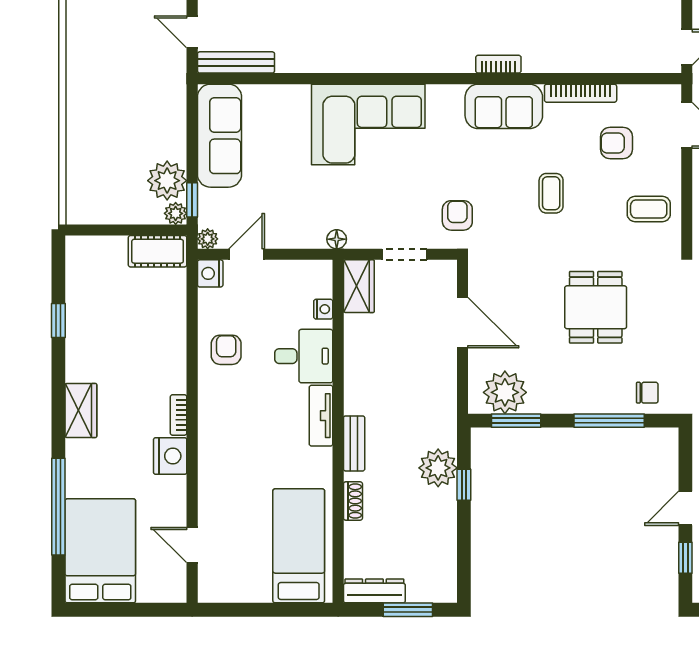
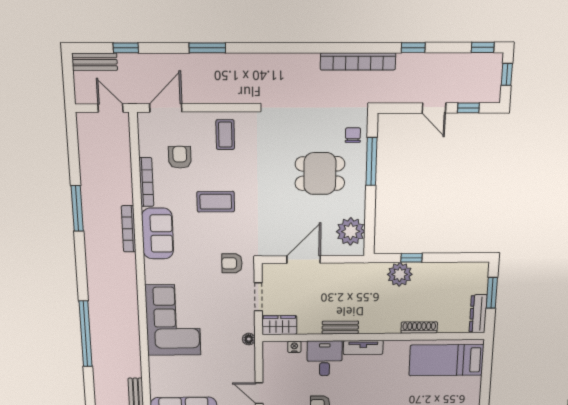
bookcase: (498, 64) -> (129, 229), width x1.56
armchair: (617, 143) -> (180, 157), turned 180
coffee table: (551, 193) -> (216, 202), width x1.36, depth x1.30
dining table: (596, 307) -> (320, 174), moved
window: (516, 421) -> (370, 224), removed
bench: (354, 443) -> (340, 327), moved
shoe rack: (353, 501) -> (419, 327), width x1.43

